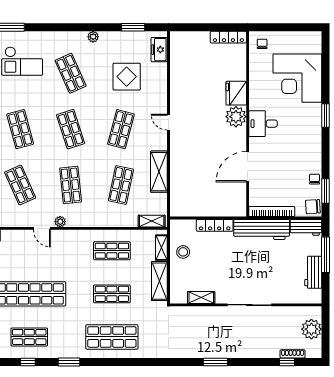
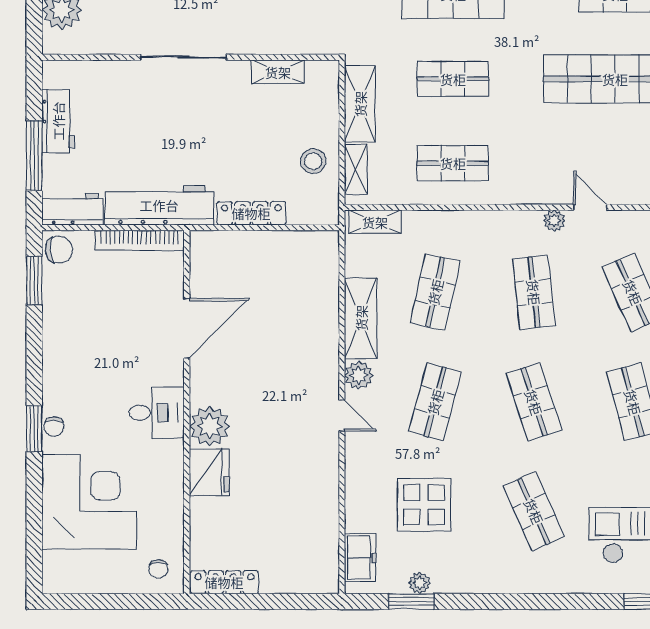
plant: (93, 37) -> (420, 583), moved
plant: (160, 143) -> (359, 375), added
chair: (315, 179) -> (54, 426), moved

